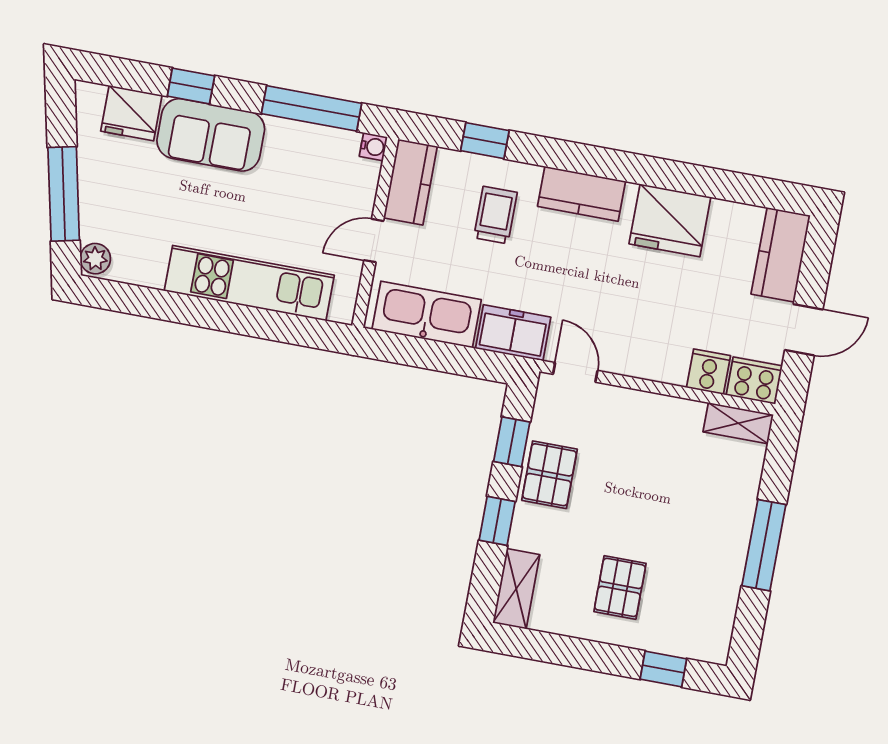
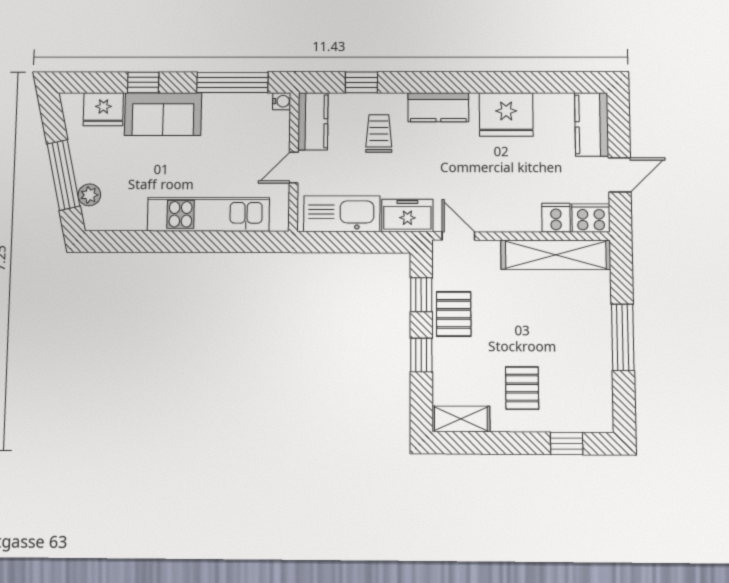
plant: (95, 259) -> (89, 195), moved
shelving: (738, 423) -> (556, 255), width x2.20, depth x1.33
shelving: (516, 589) -> (461, 419), moved, turned 90

